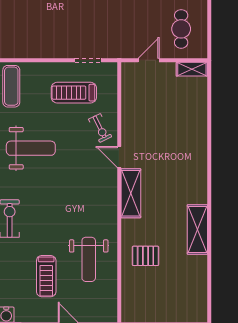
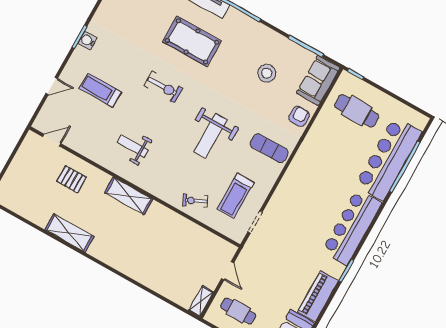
treadmill: (74, 93) -> (236, 196), turned 180
door: (119, 157) -> (52, 140), moved
pallet: (145, 256) -> (72, 179), turned 90
weight bench: (89, 259) -> (133, 146), moved, width x0.73, depth x0.75

